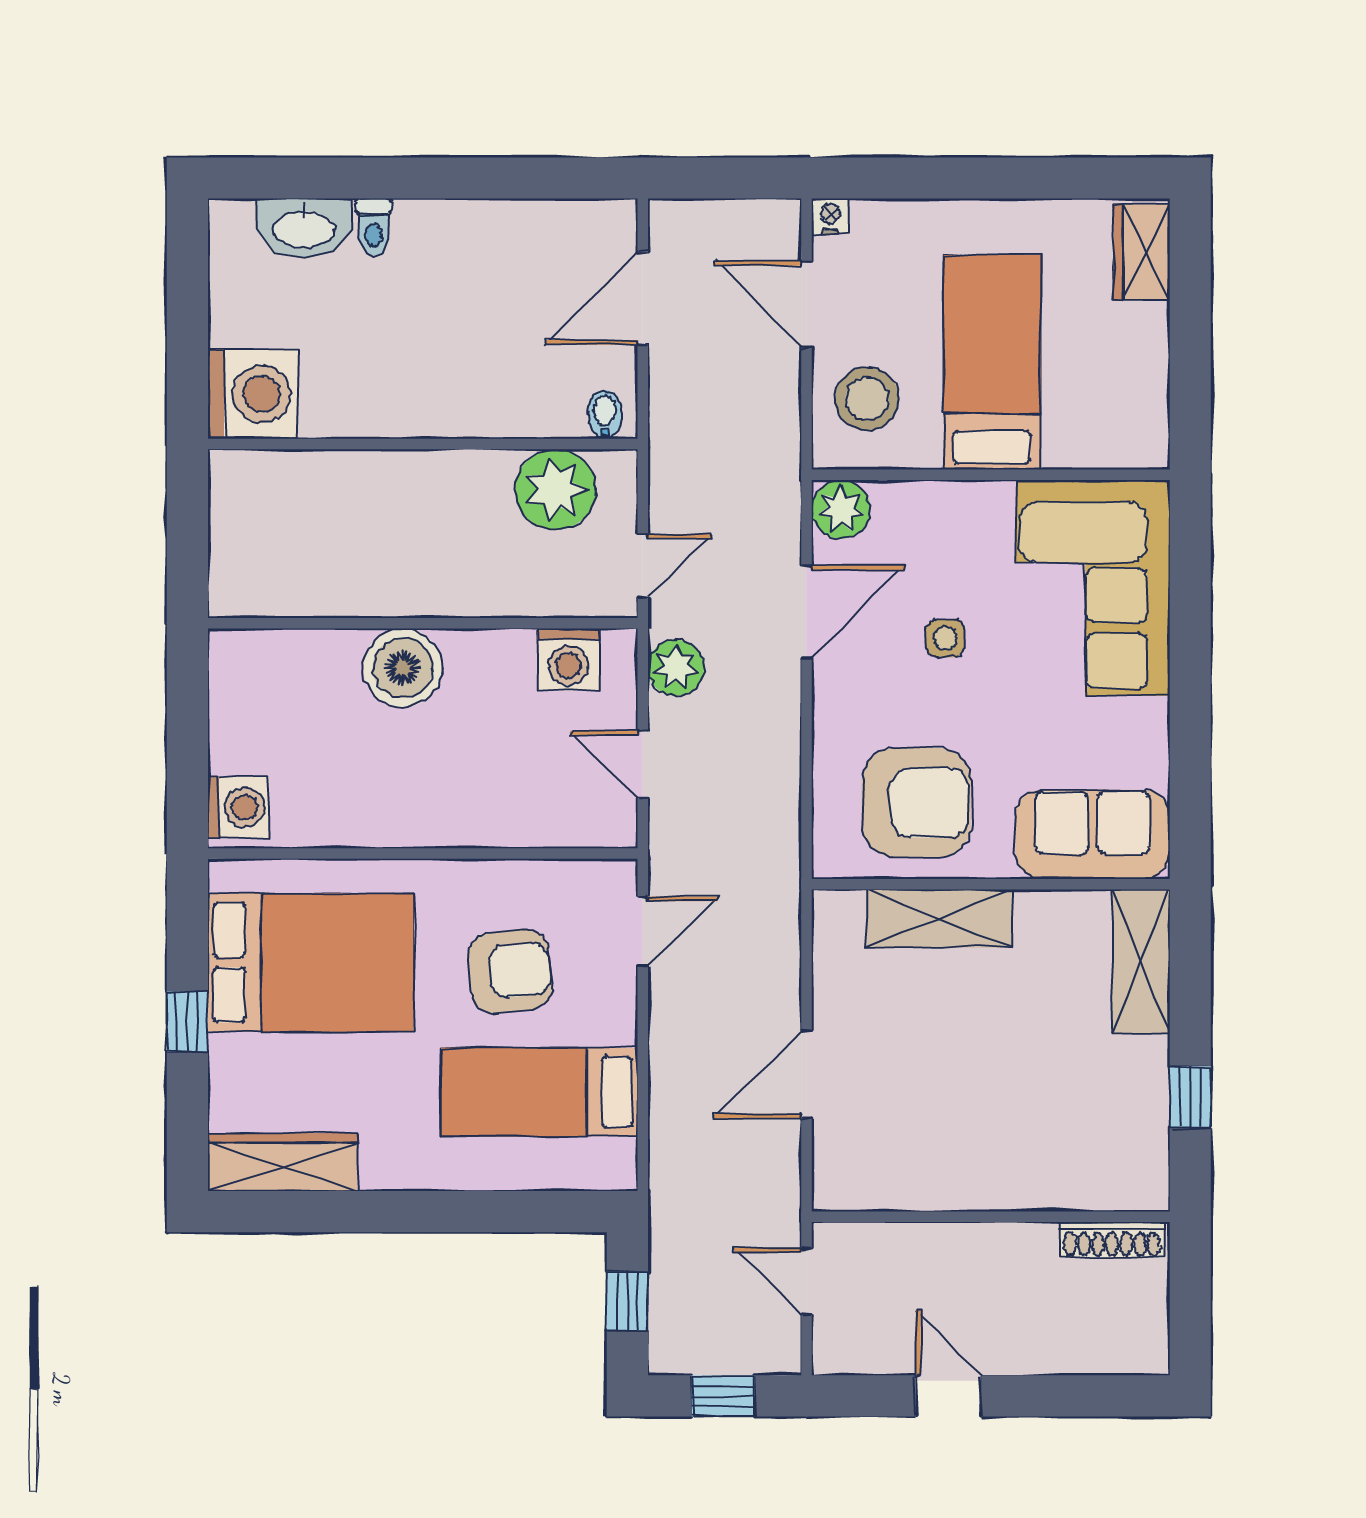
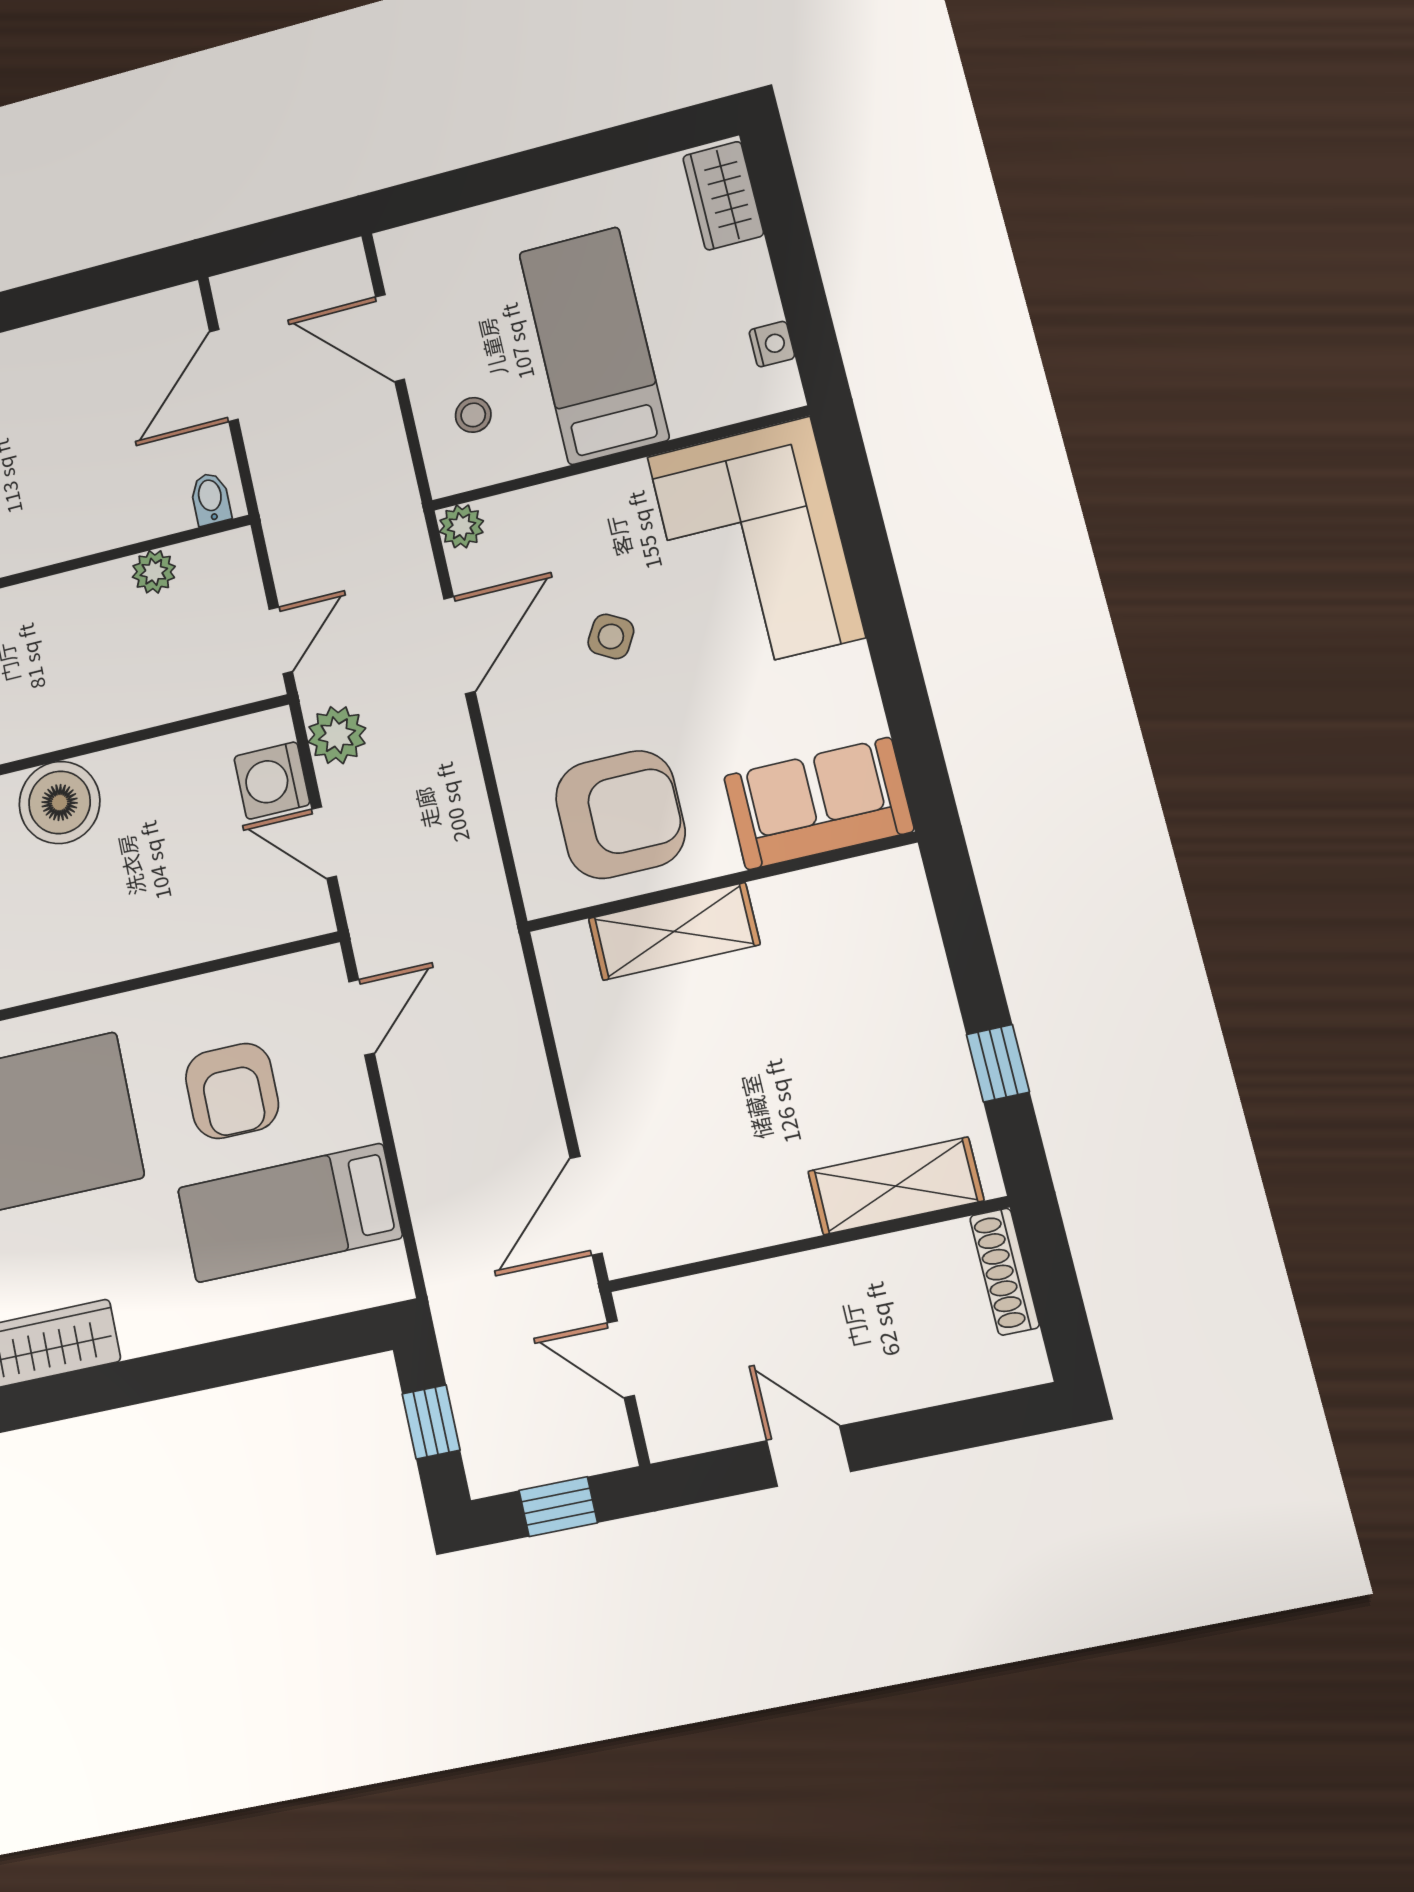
nightstand: (830, 216) -> (772, 344), moved, turned 90
stool: (867, 399) -> (473, 415), width x0.53, depth x0.53
plant: (556, 490) -> (154, 572), width x0.53, depth x0.53
plant: (841, 509) -> (461, 526), width x0.73, depth x0.73
side table: (945, 638) -> (611, 636), turned 30
washing machine: (568, 659) -> (272, 781), moved, turned 90
shelving: (1141, 961) -> (896, 1186), moved, turned 90
armchair: (510, 971) -> (232, 1091), turned 96
door: (806, 1074) -> (586, 1206), moved
shoe rack: (1112, 1240) -> (1005, 1272), moved, turned 90

